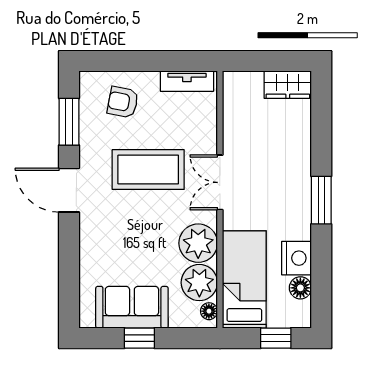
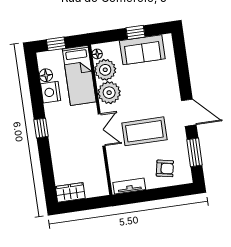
window: (321, 200) -> (41, 128), width x0.67

